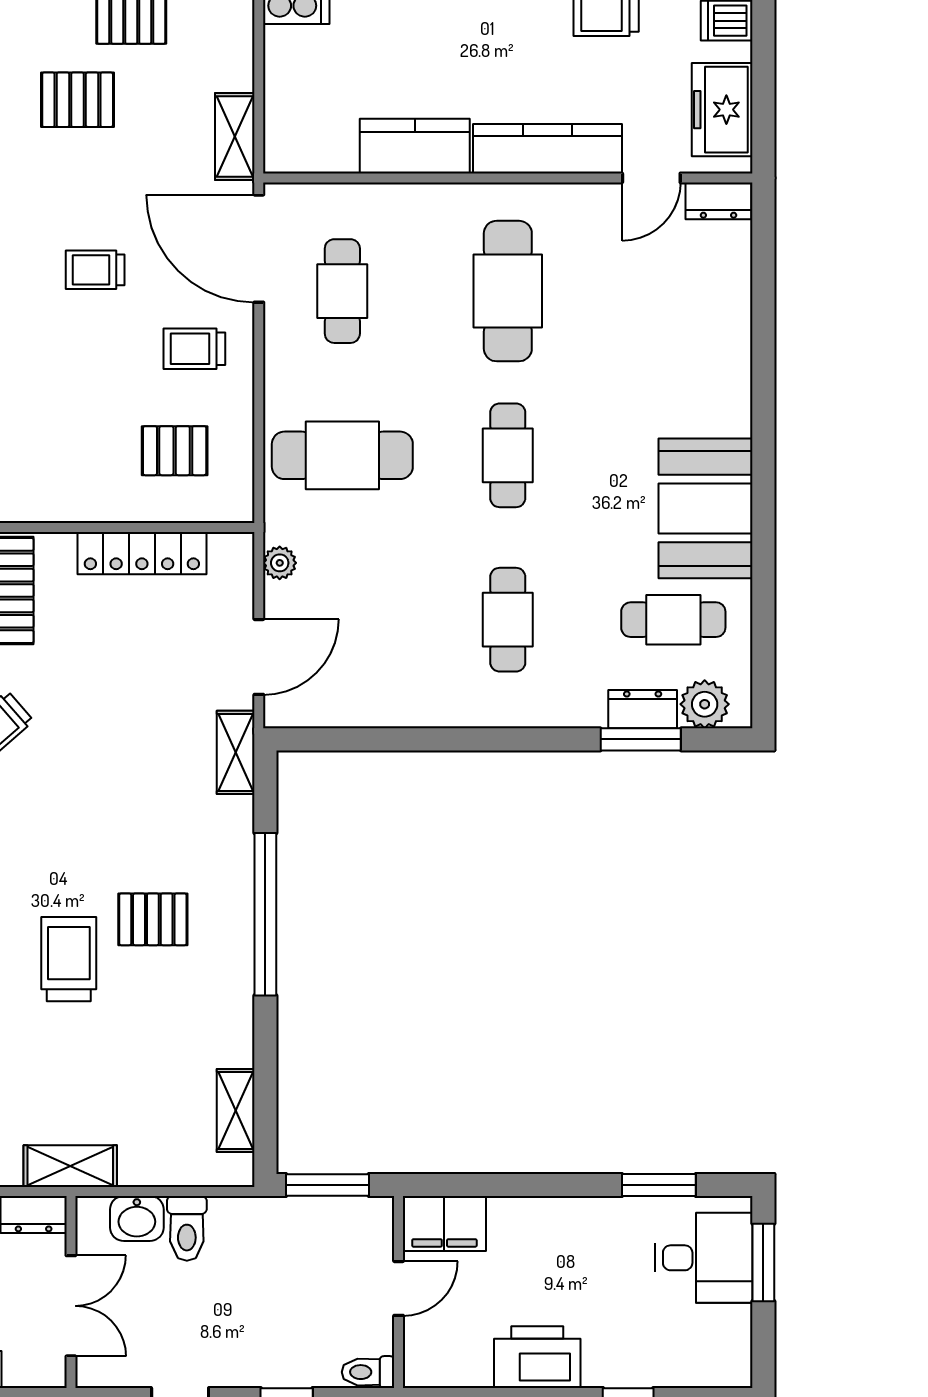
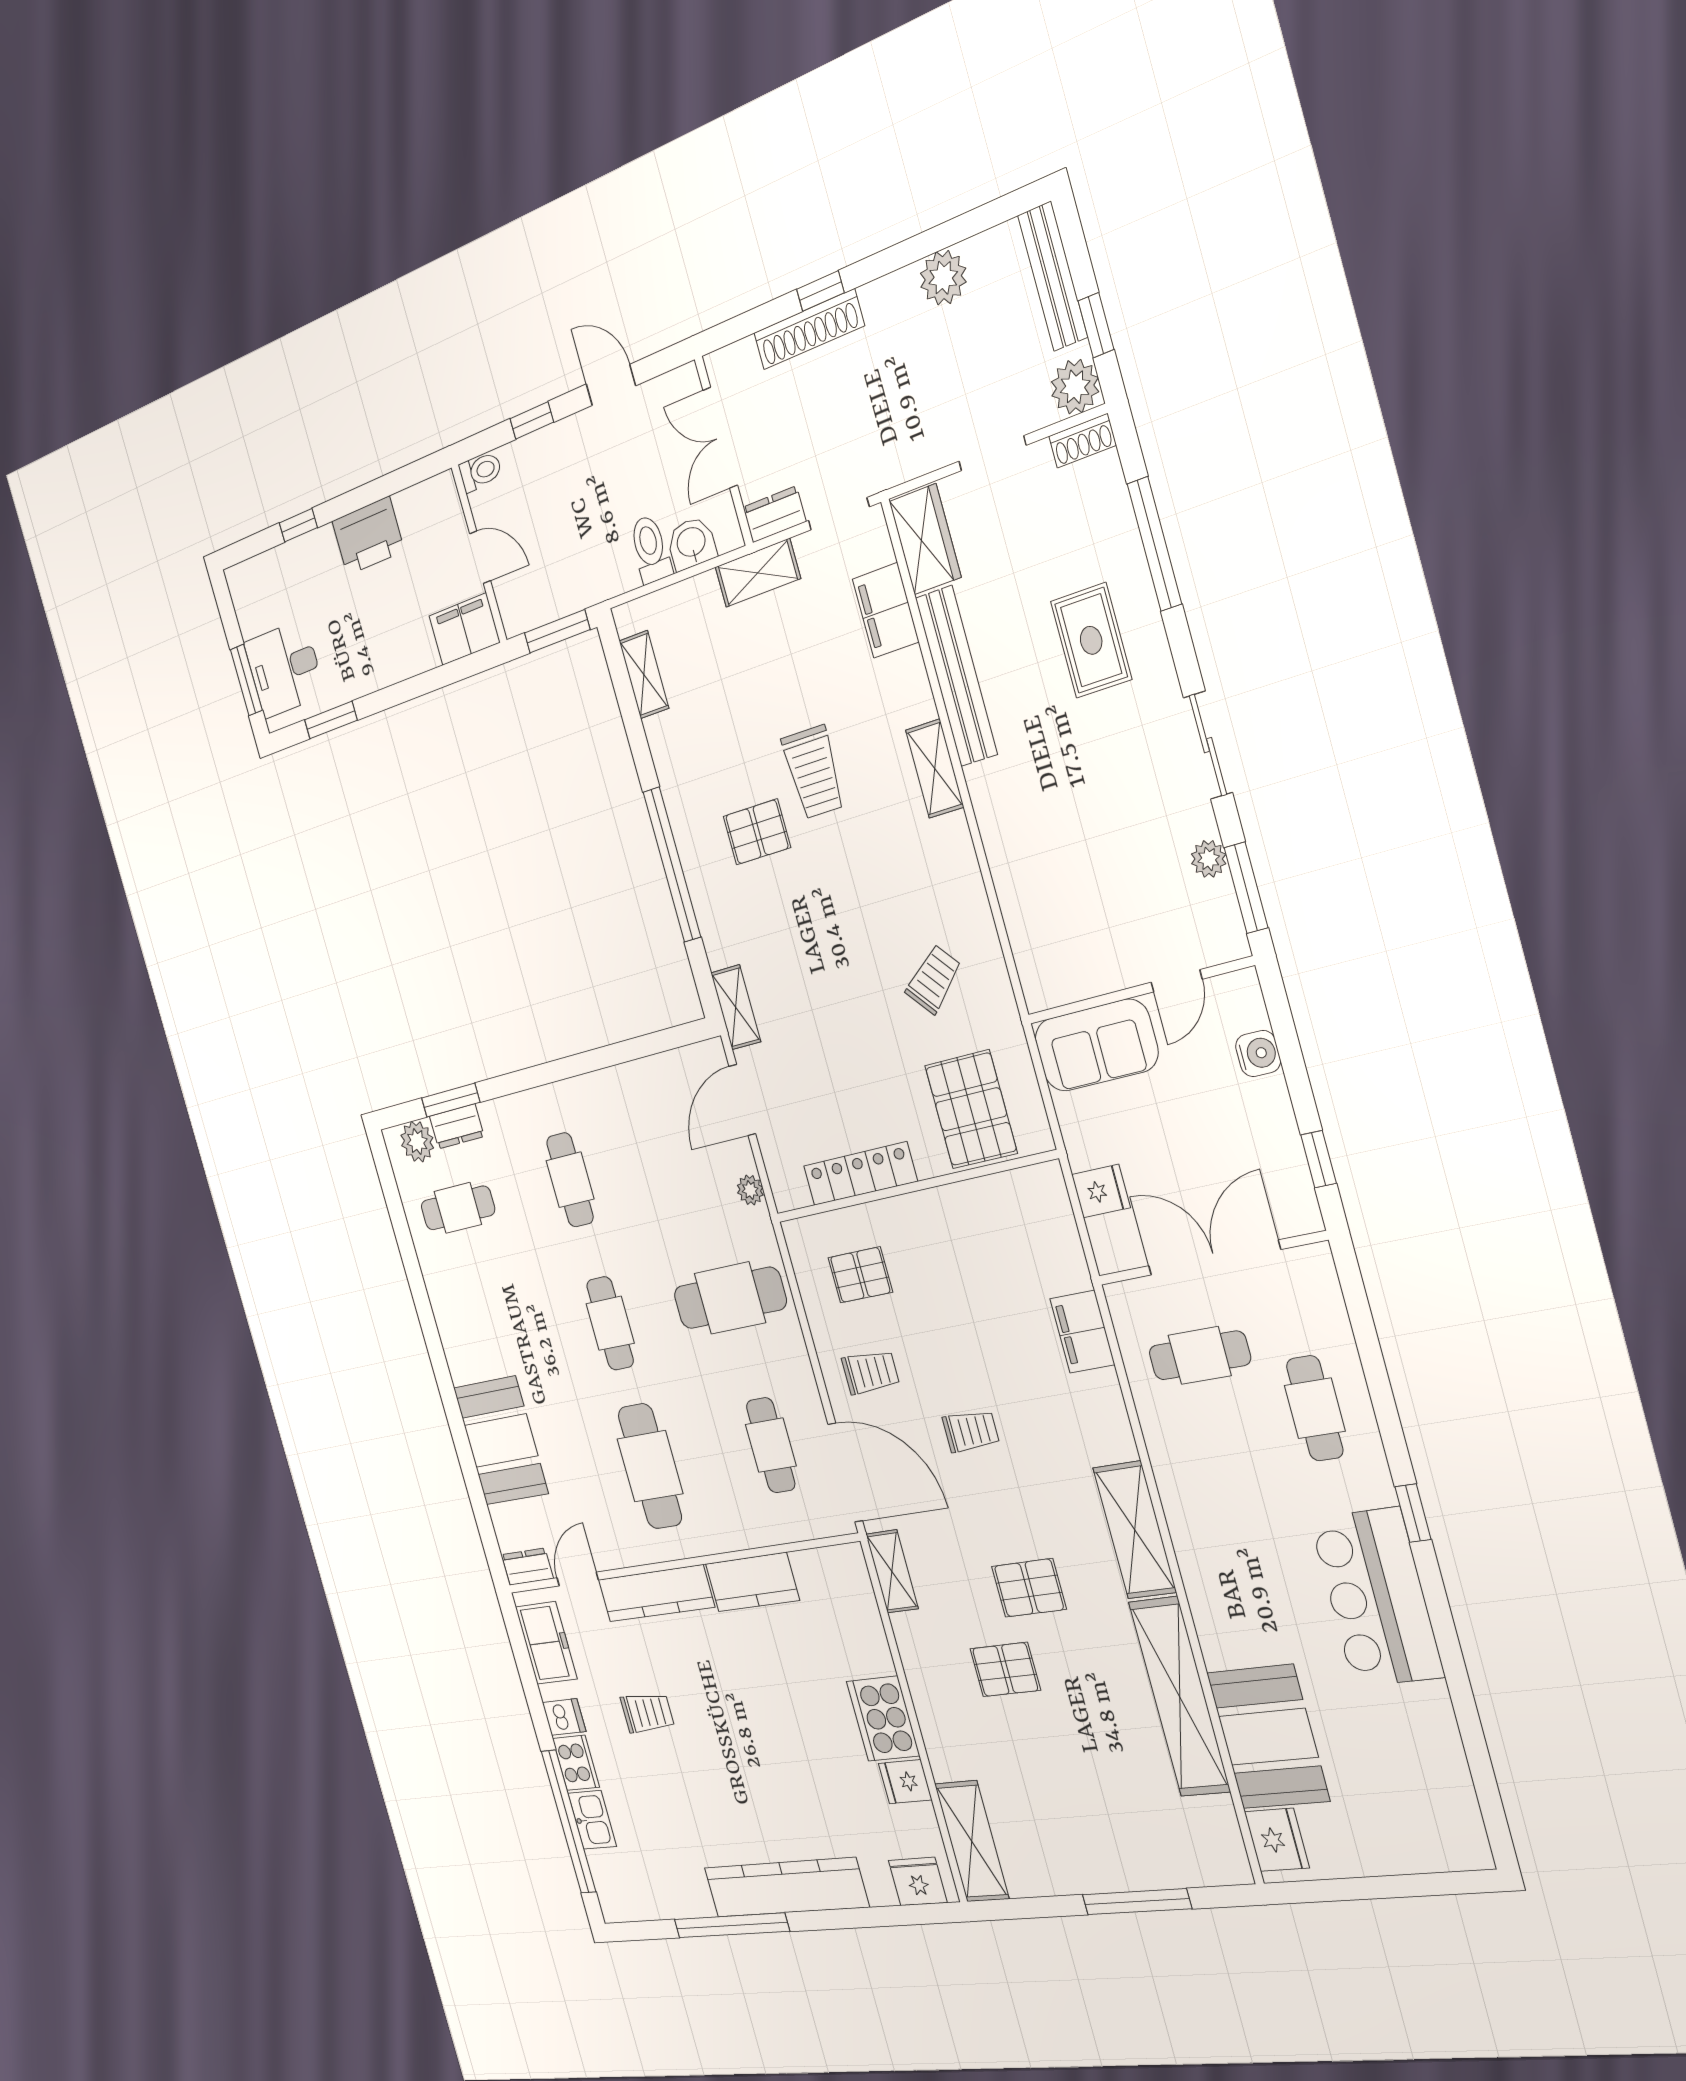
booth: (705, 508) -> (501, 1441), moved
door: (399, 1288) -> (480, 557), swing flipped

